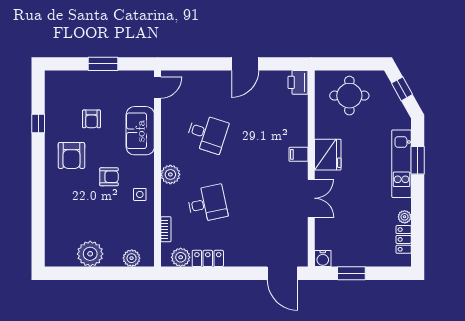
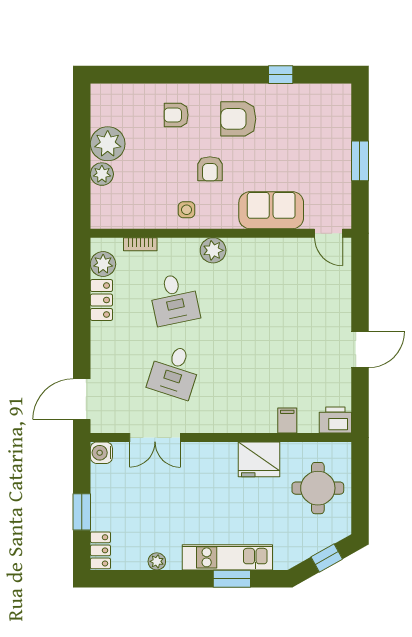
door: (245, 64) -> (360, 350), swing flipped
armchair: (91, 119) -> (176, 115), moved
desk: (207, 134) -> (174, 371), moved
filing cabinet: (299, 154) -> (287, 421), moved
fridge: (328, 155) -> (259, 459), moved
double door: (311, 198) -> (155, 437), moved
locker: (404, 239) -> (100, 550), moved, turned 90
plant: (132, 258) -> (102, 174), moved
window: (351, 273) -> (82, 512), moved

